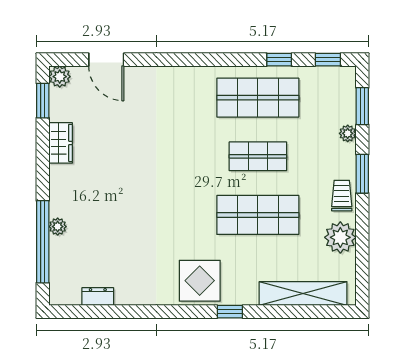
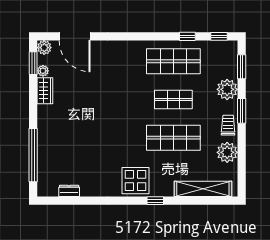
door: (106, 60) -> (75, 36), width x1.36
plant: (348, 133) -> (227, 89), width x1.88, depth x1.88
plant: (58, 227) -> (43, 71), moved

